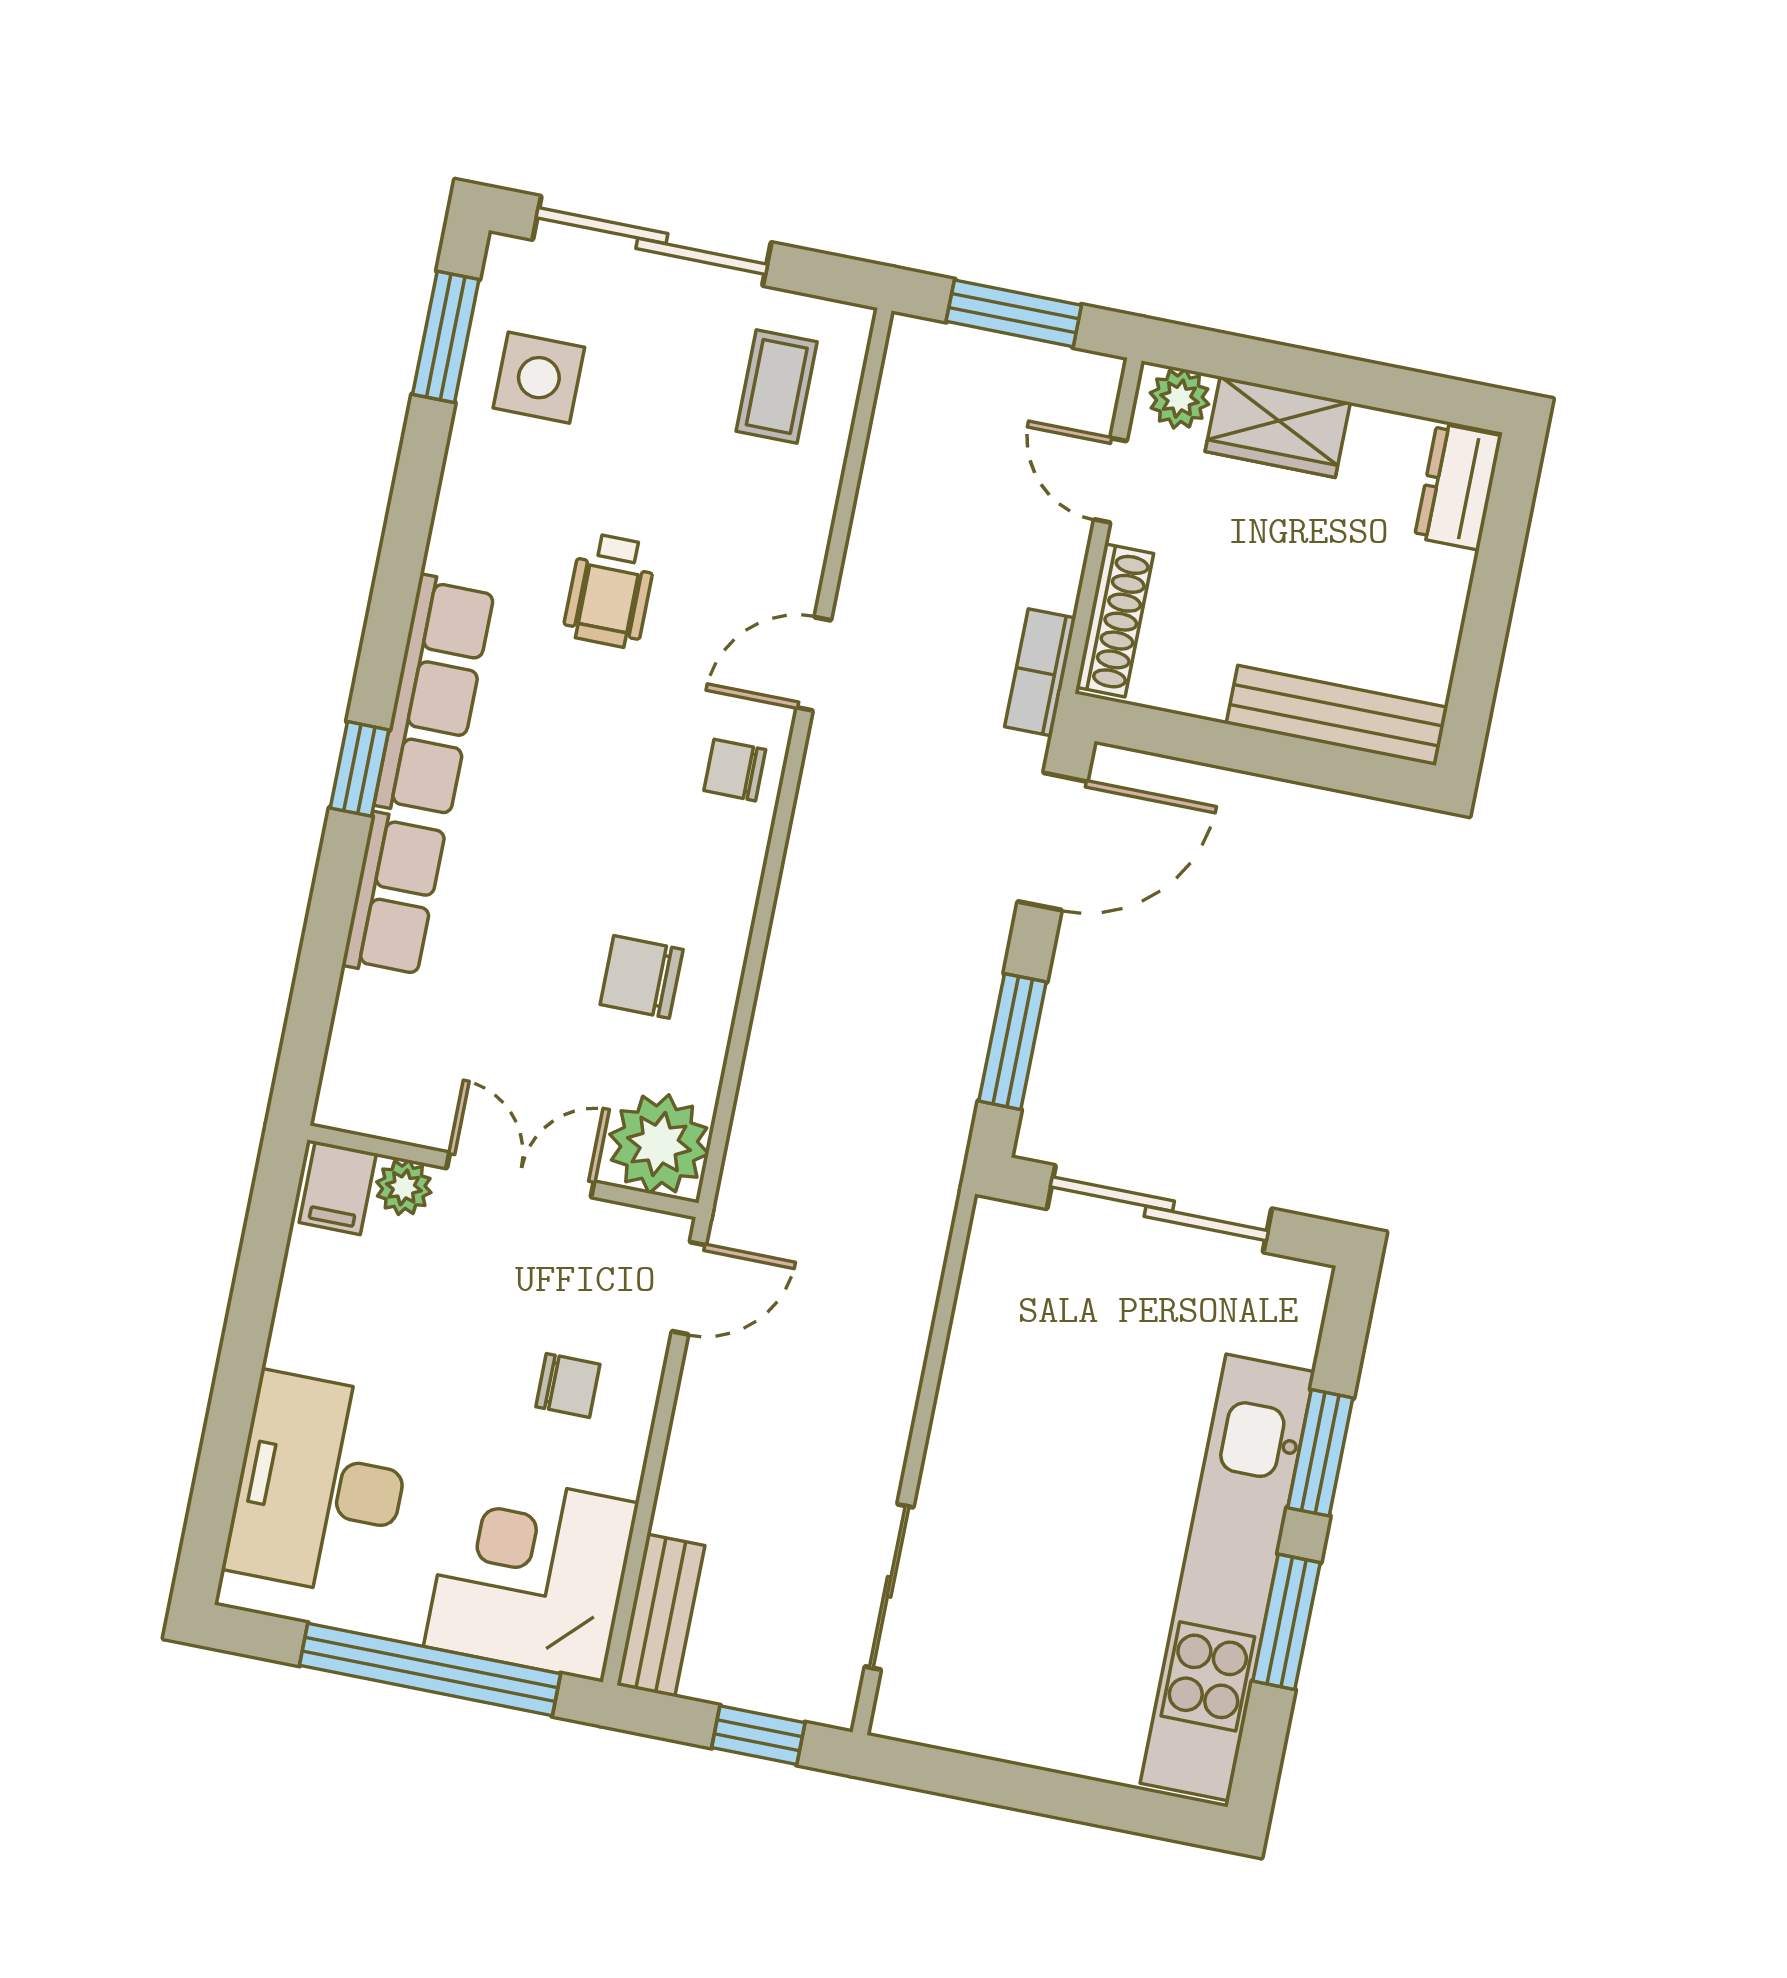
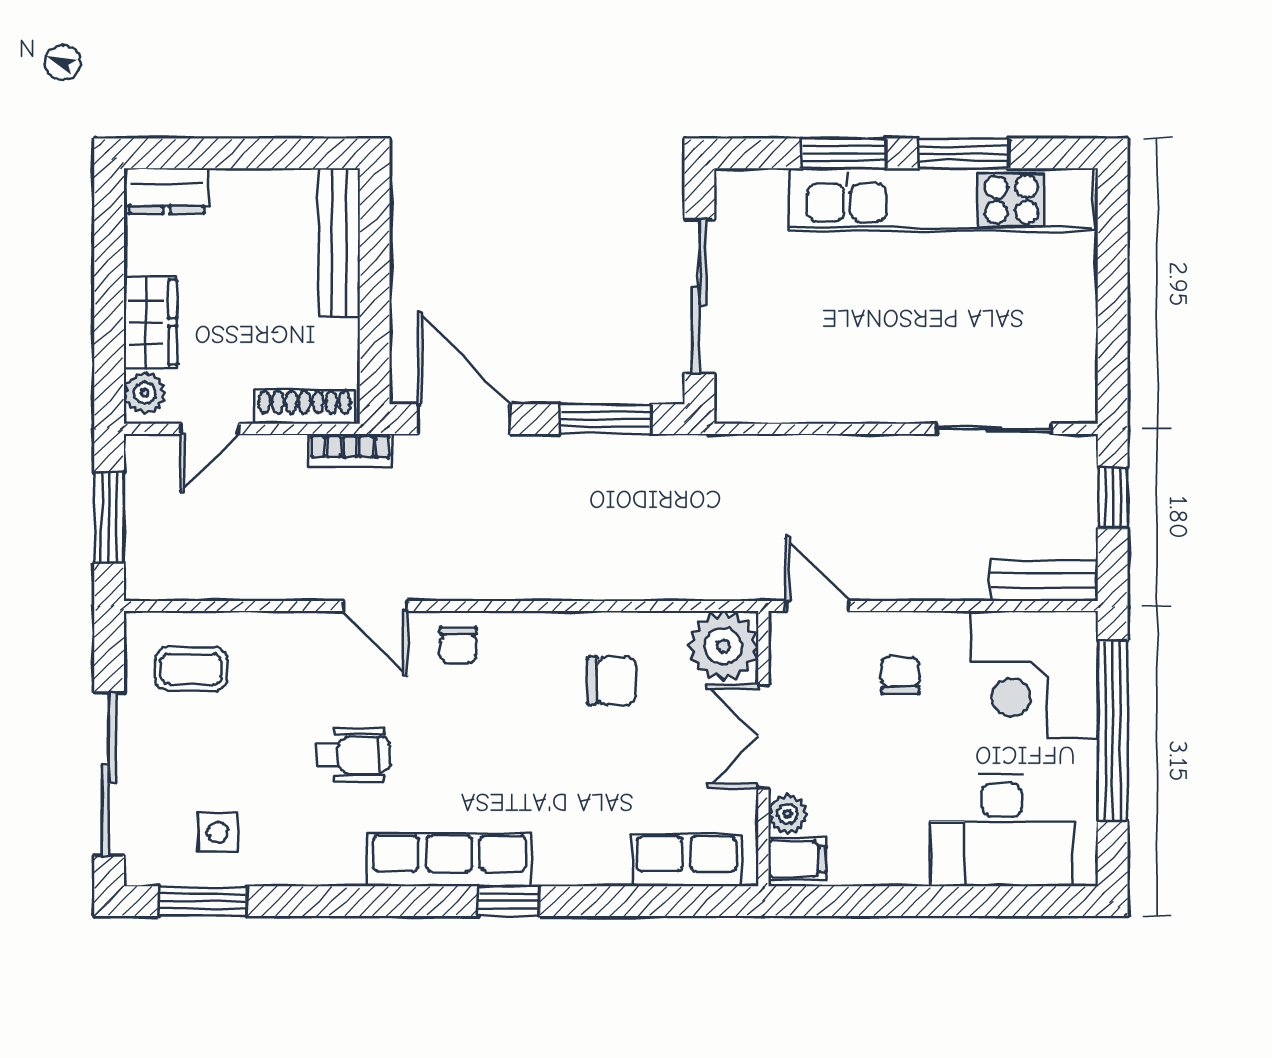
side table: (539, 378) -> (218, 832), width x0.73, depth x0.73
row of seats: (394, 896) -> (686, 860), moved
chair: (642, 977) -> (612, 681), turned -90

